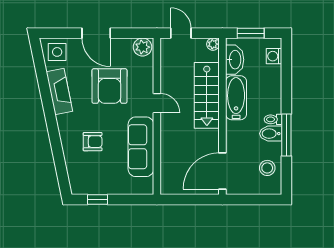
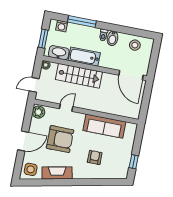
door: (157, 103) -> (66, 108), moved
window: (286, 135) -> (82, 22), moved

